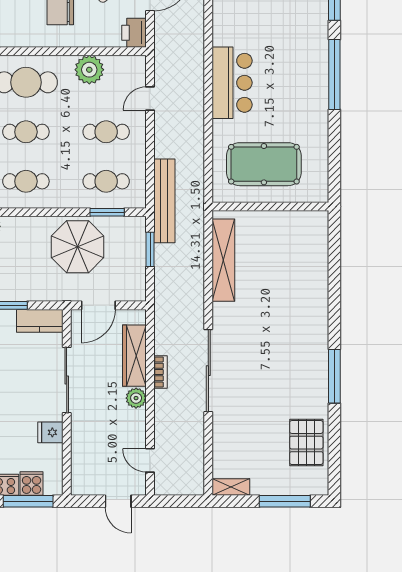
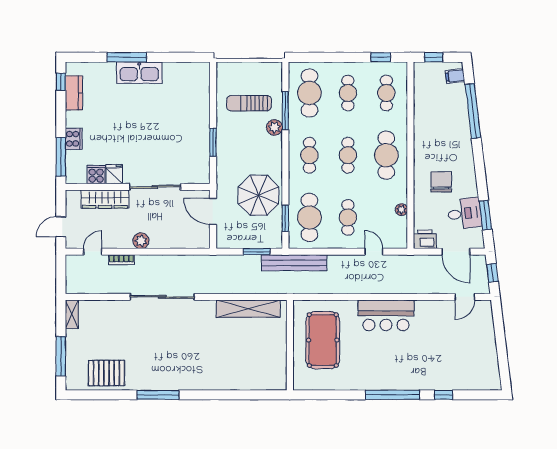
plant: (89, 70) -> (401, 210), width x0.53, depth x0.53
cafe table: (106, 181) -> (309, 217), width x1.37, depth x1.35
kitchen counter: (40, 321) -> (201, 166), removed
wardrobe: (134, 356) -> (105, 199), moved, turned 180
bookcase: (161, 372) -> (121, 260), moved
cooker: (32, 483) -> (96, 175), moved, turned -90

